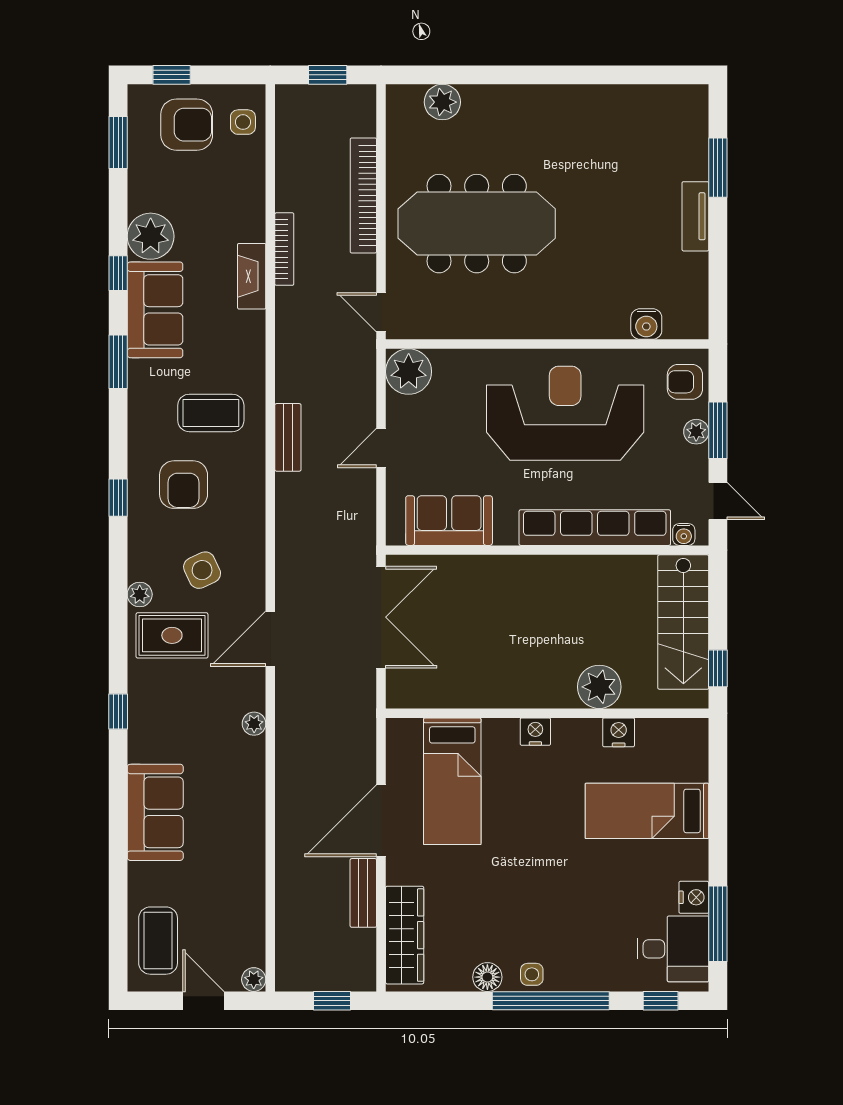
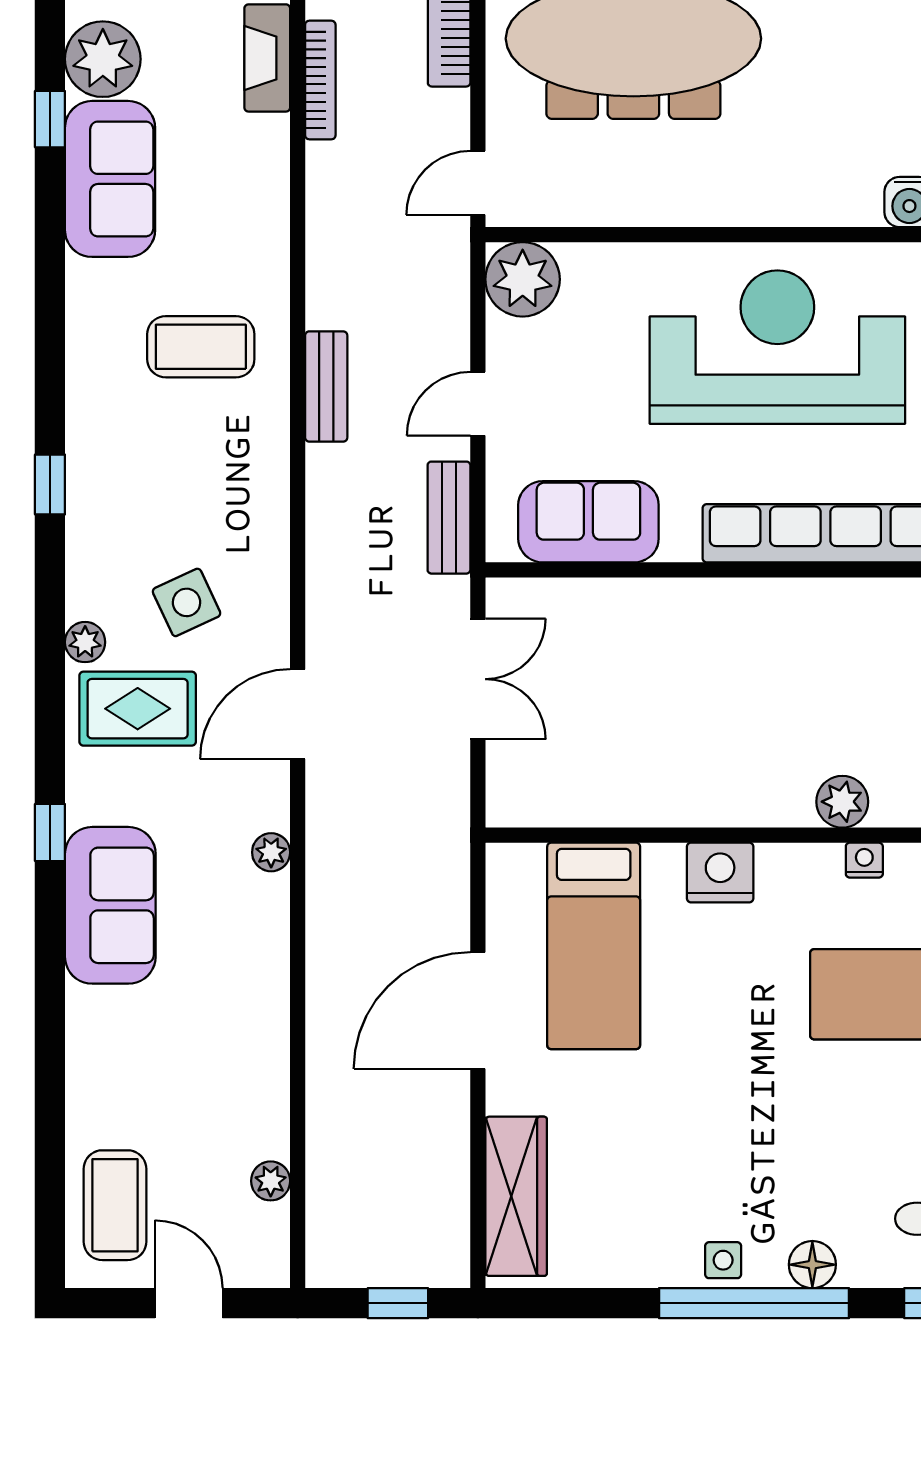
fireplace: (252, 276) -> (267, 58), moved
door: (381, 312) -> (478, 183), hinge flipped
window: (118, 362) -> (50, 263), removed
armchair: (184, 485) -> (156, 463), removed
double door: (381, 617) -> (478, 679), width x0.73
plant: (599, 687) -> (842, 802), width x0.73, depth x0.73
nightstand: (535, 732) -> (720, 872), width x1.36, depth x1.33
nightstand: (619, 732) -> (864, 860), width x0.72, depth x0.74
sofa: (155, 812) -> (110, 905), moved
bench: (363, 893) -> (449, 518), moved
floor lamp: (487, 977) -> (812, 1265), moved
plant: (254, 980) -> (271, 1181), moved

